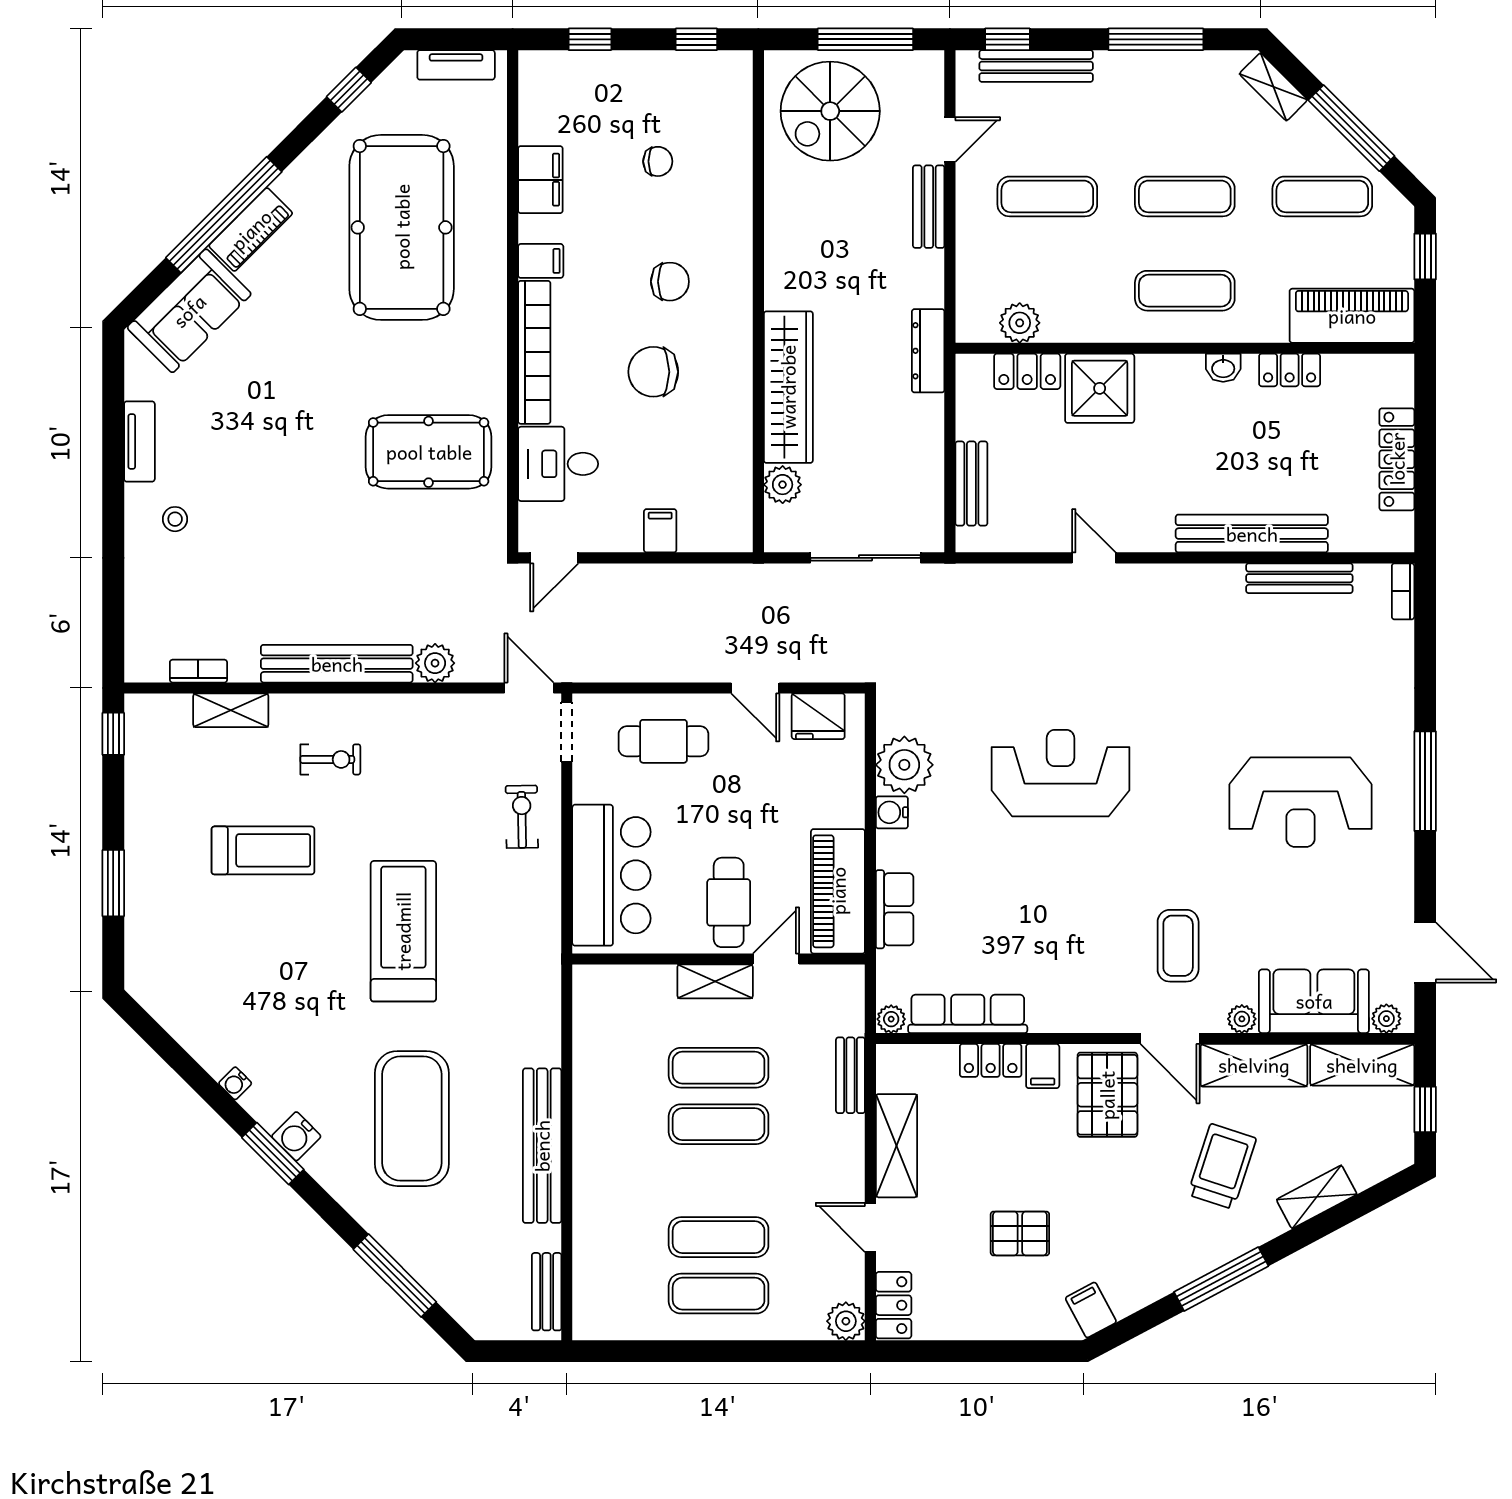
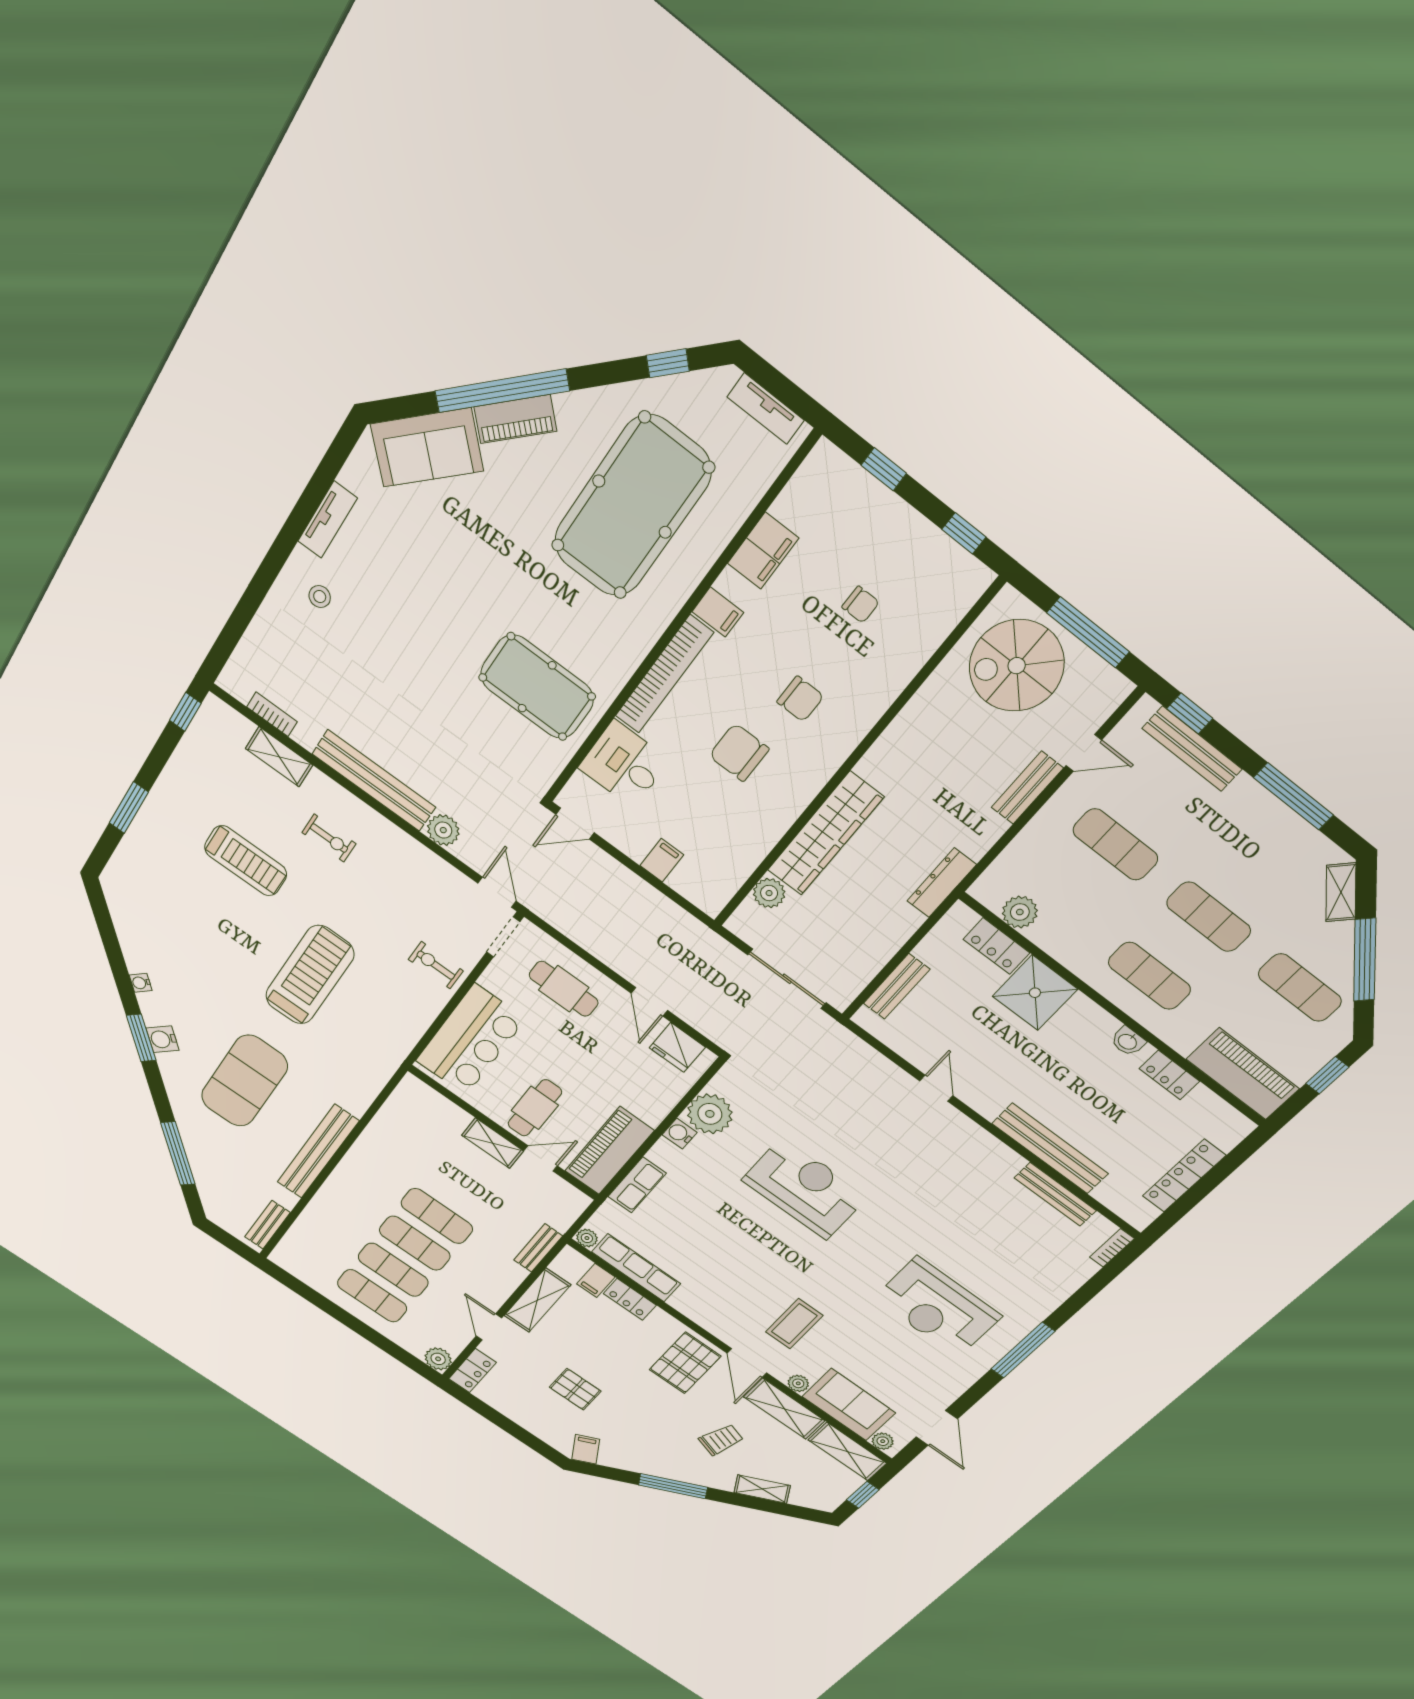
exercise bike: (522, 817) -> (436, 965), turned -89
filing cabinet: (1043, 1066) -> (596, 1280), moved
exercise mat: (719, 1068) -> (415, 1243), moved
trolley: (1222, 1166) -> (721, 1440), width x0.73, depth x0.72

